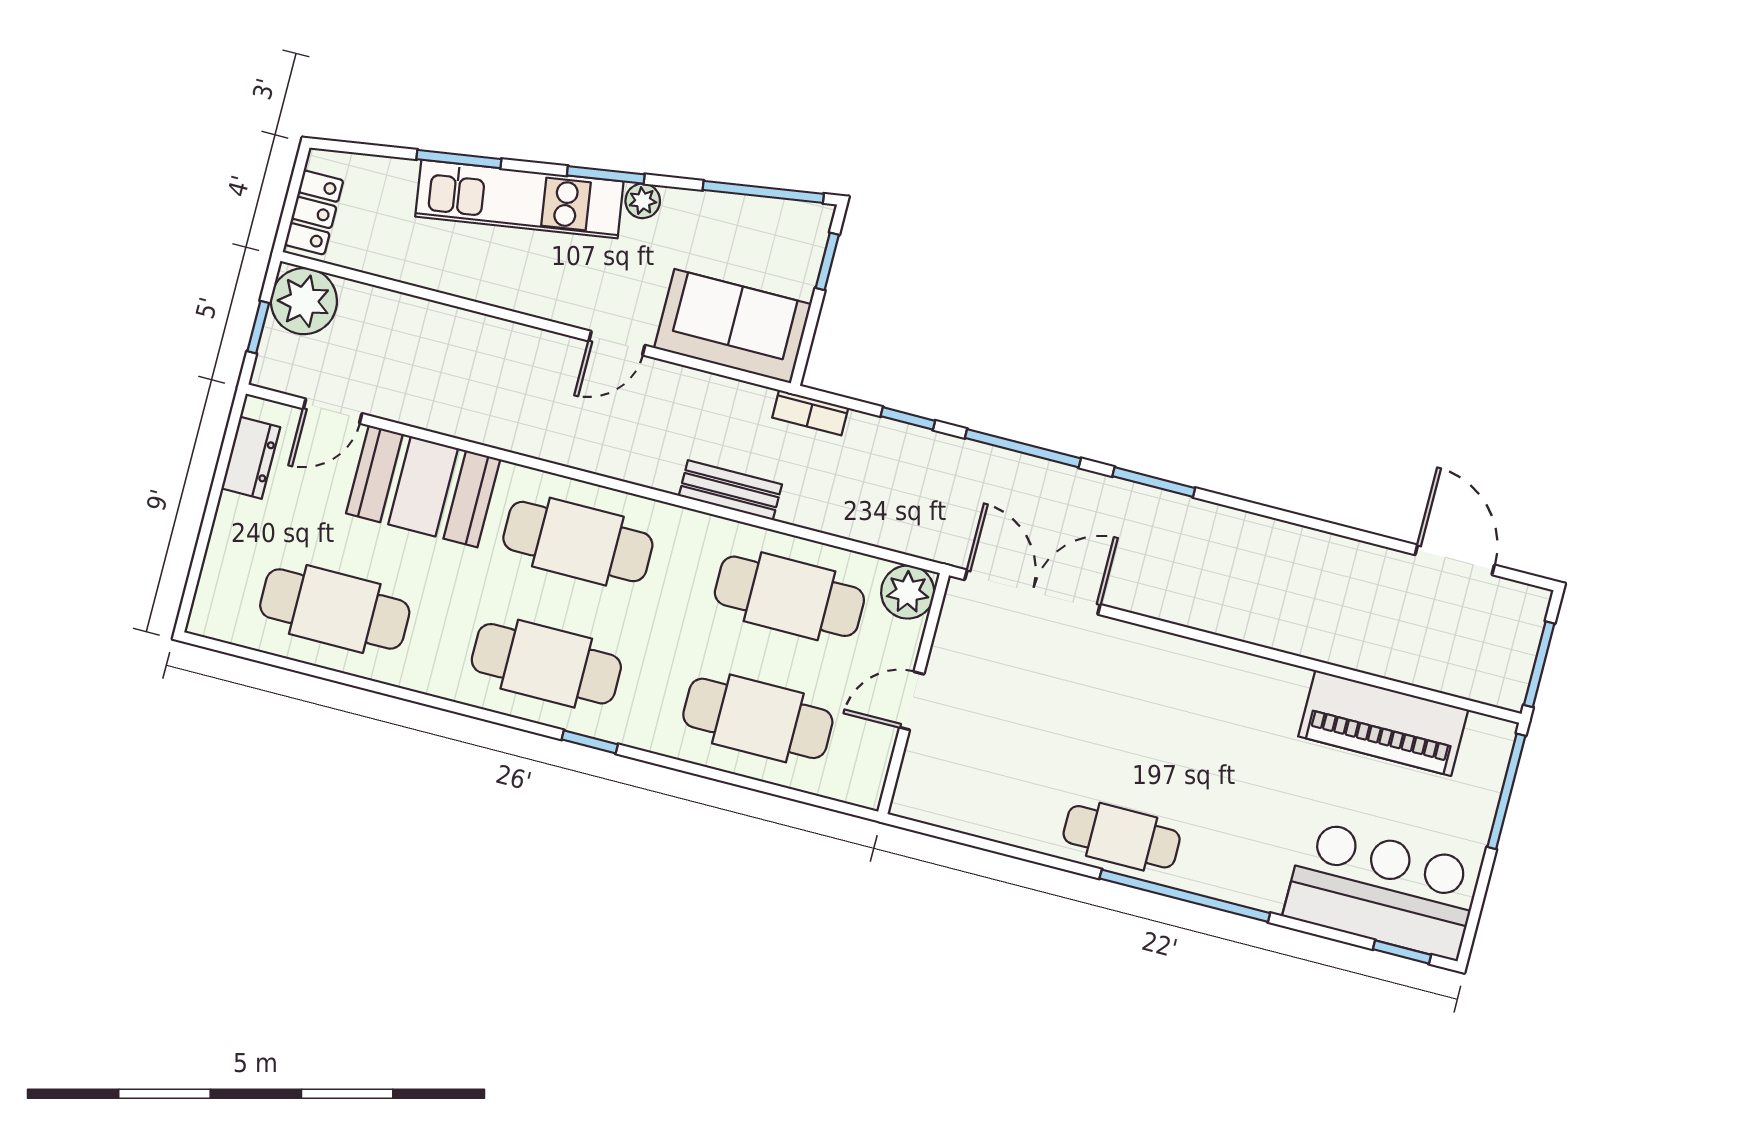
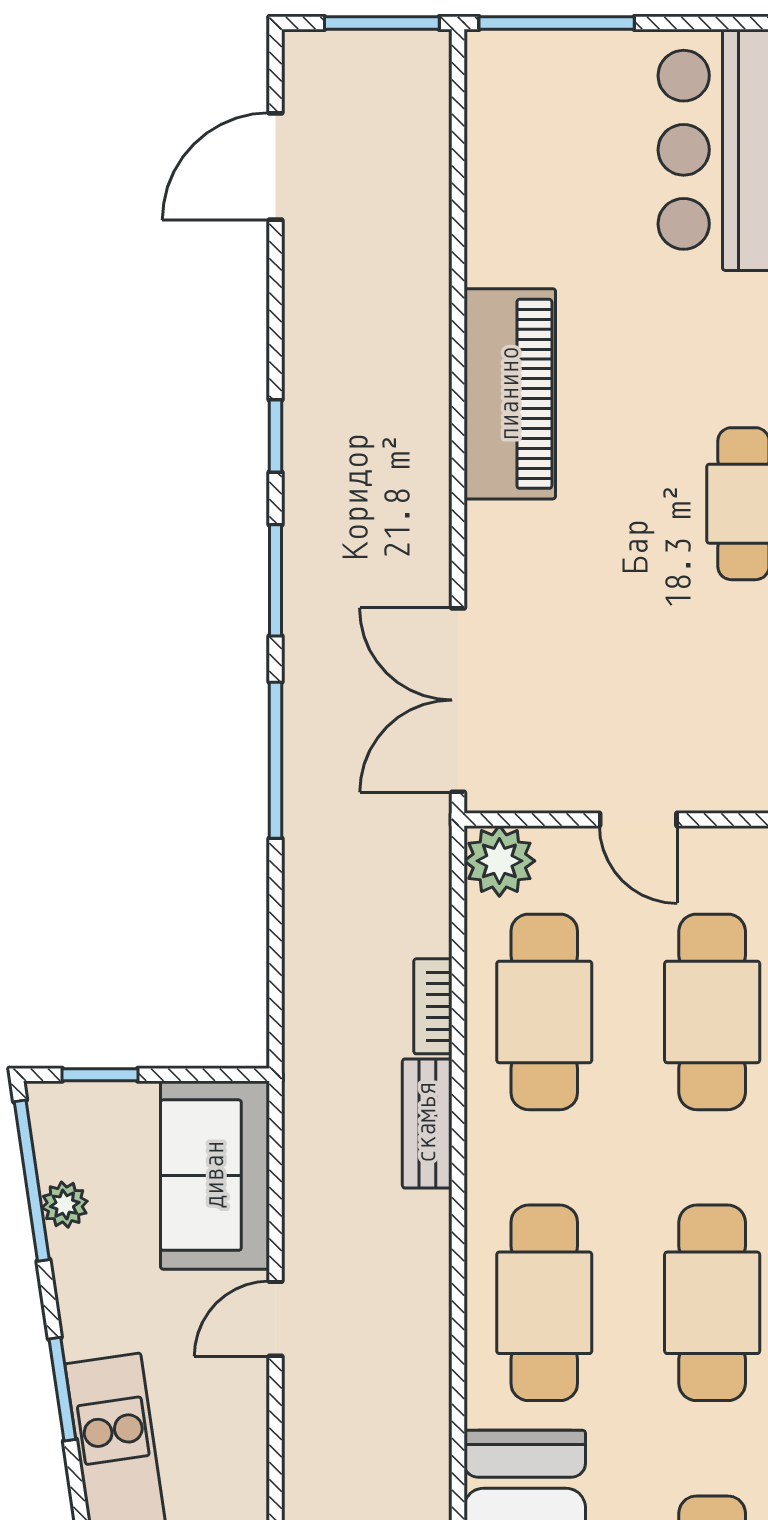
plant: (643, 201) -> (65, 1205), moved
door: (617, 343) -> (276, 1319), swing flipped
bookcase: (810, 413) -> (433, 1006), moved, turned 180
window: (908, 418) -> (276, 436), moved
piano: (1383, 723) -> (510, 394), moved

